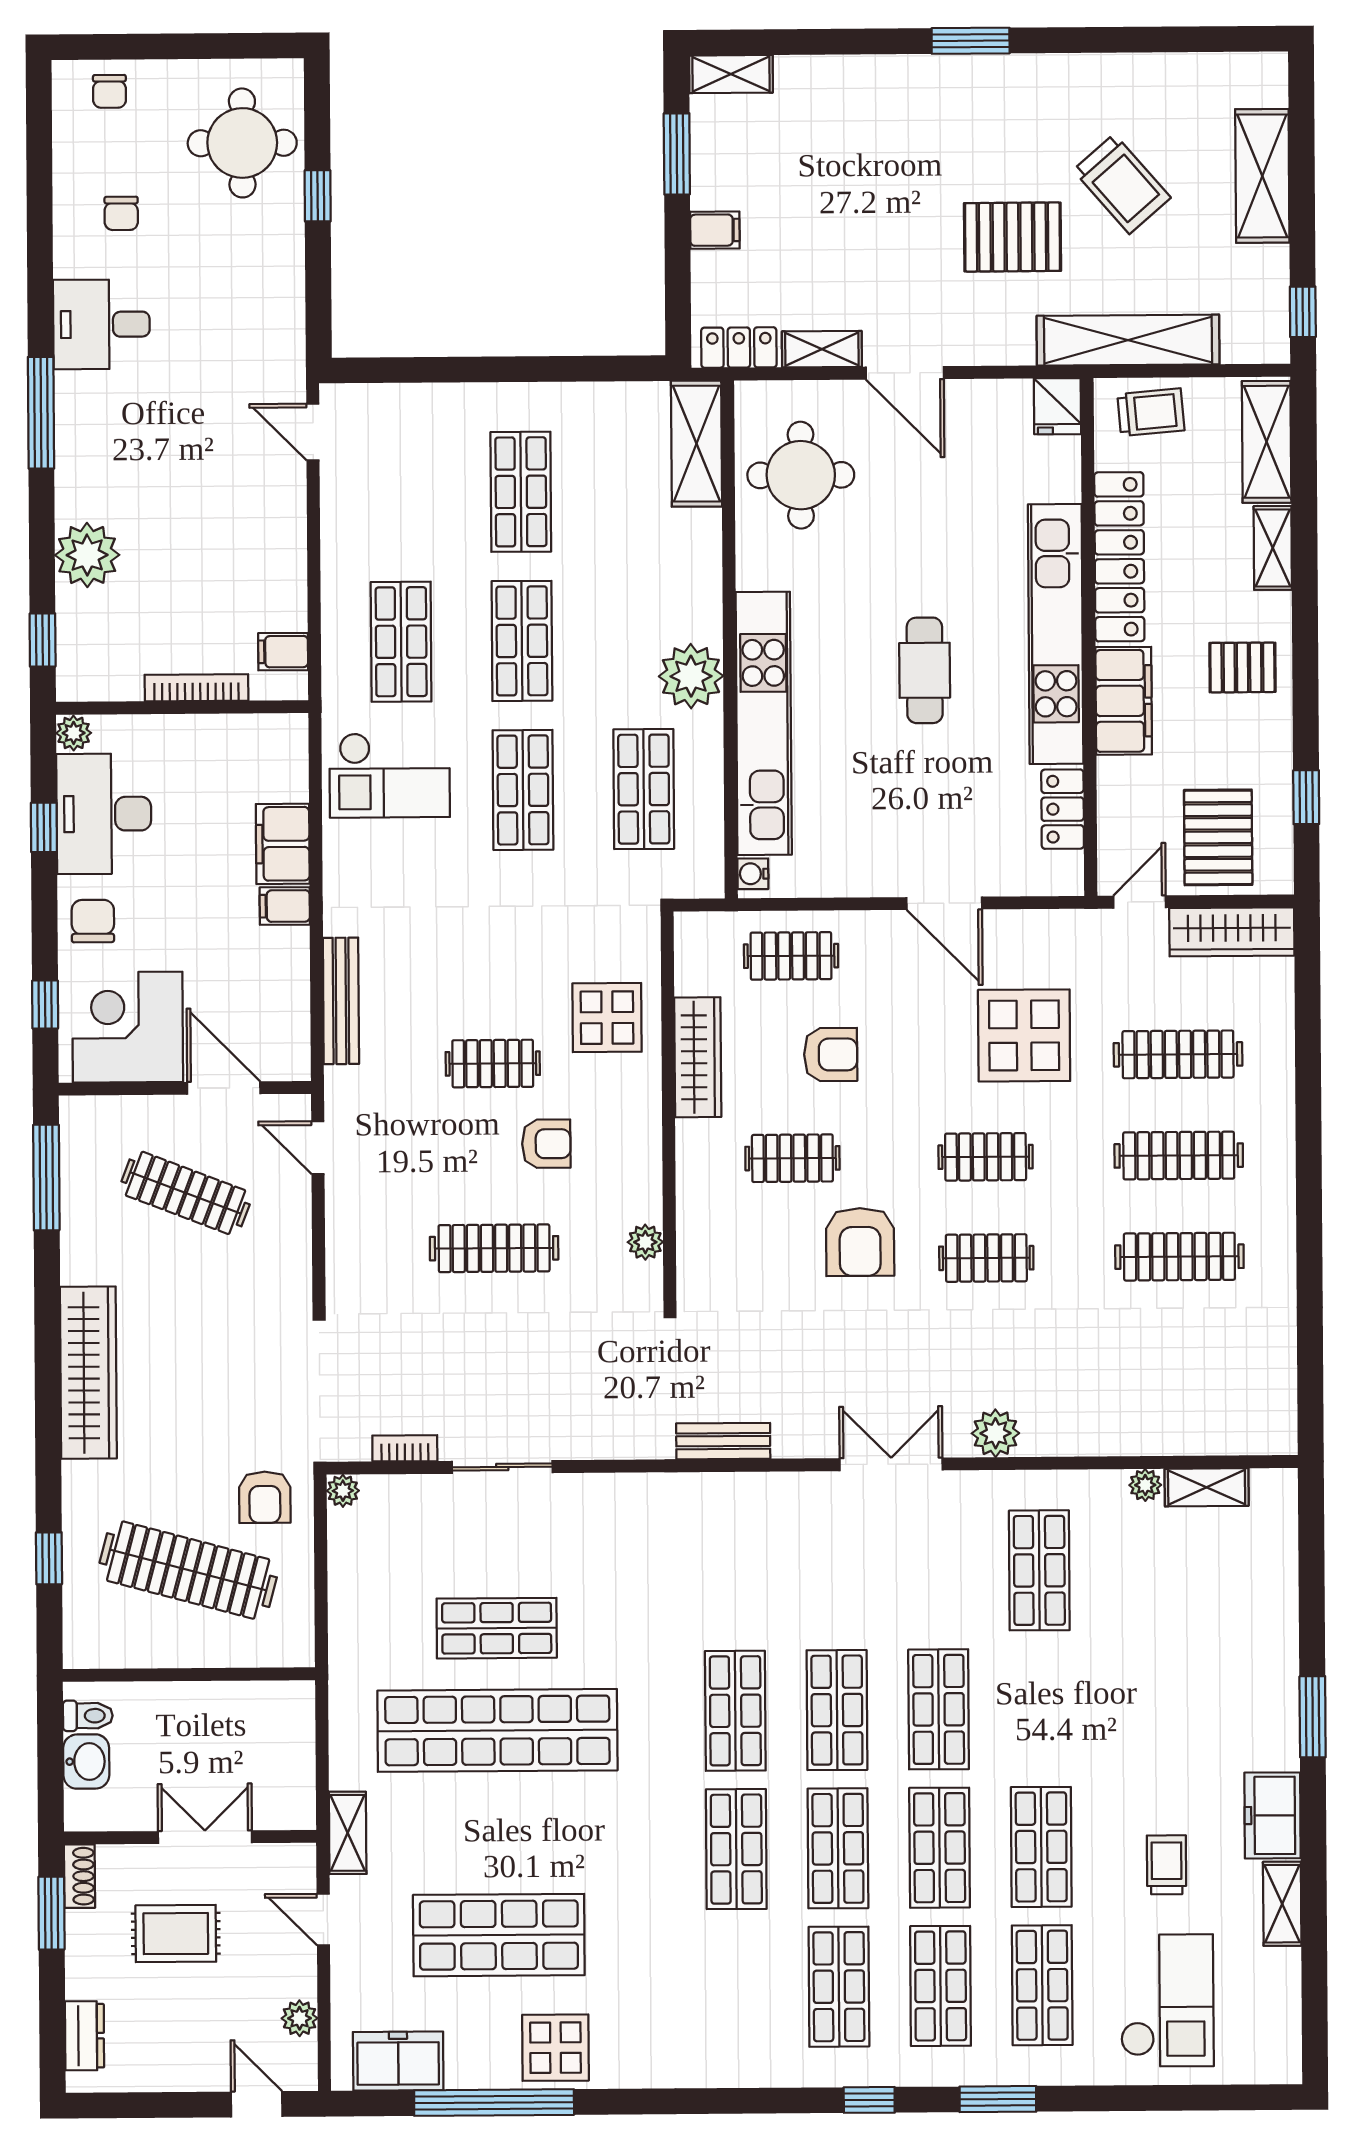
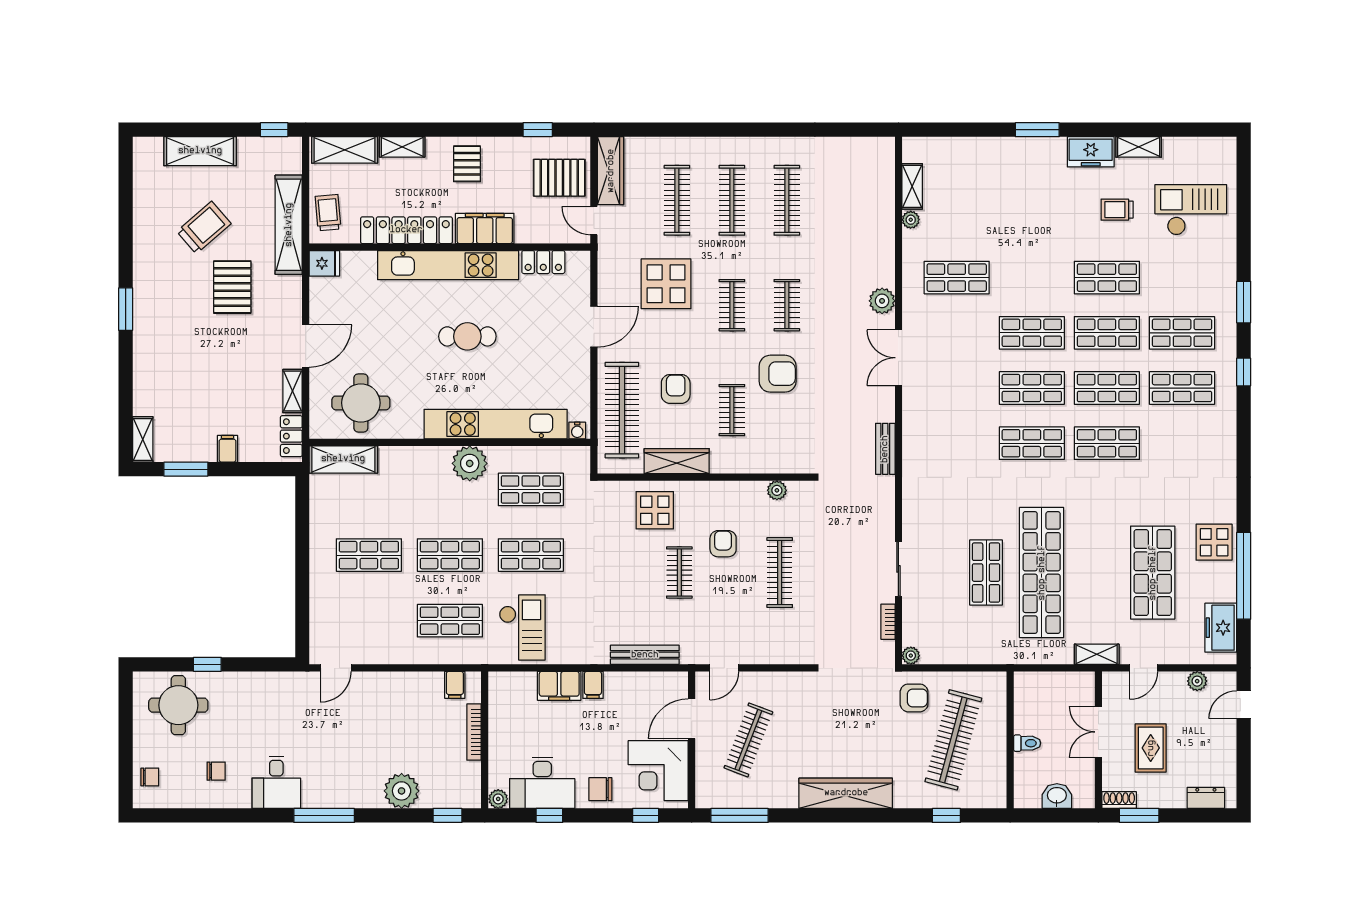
clothes rail: (791, 956) -> (622, 410), width x1.86, depth x1.31
toilet: (88, 1716) -> (1027, 743), moved, turned 90
shop shelf: (1042, 1985) -> (1182, 278), removed

